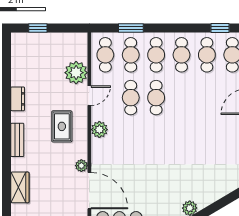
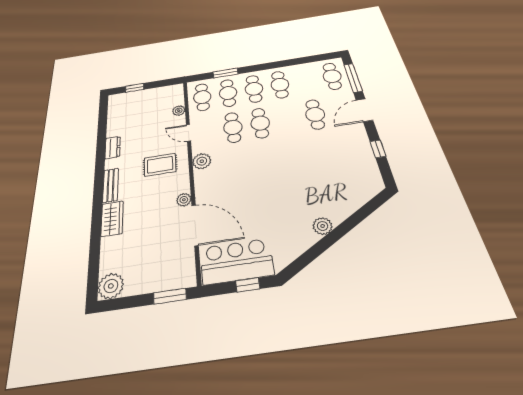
window: (220, 28) -> (314, 59), removed
cafe table: (207, 55) -> (315, 114), moved
plant: (76, 73) -> (179, 111), width x0.53, depth x0.53
door: (89, 96) -> (188, 133), swing flipped
rug: (62, 126) -> (160, 165), turned 90
wardrobe: (20, 187) -> (112, 219), moved

